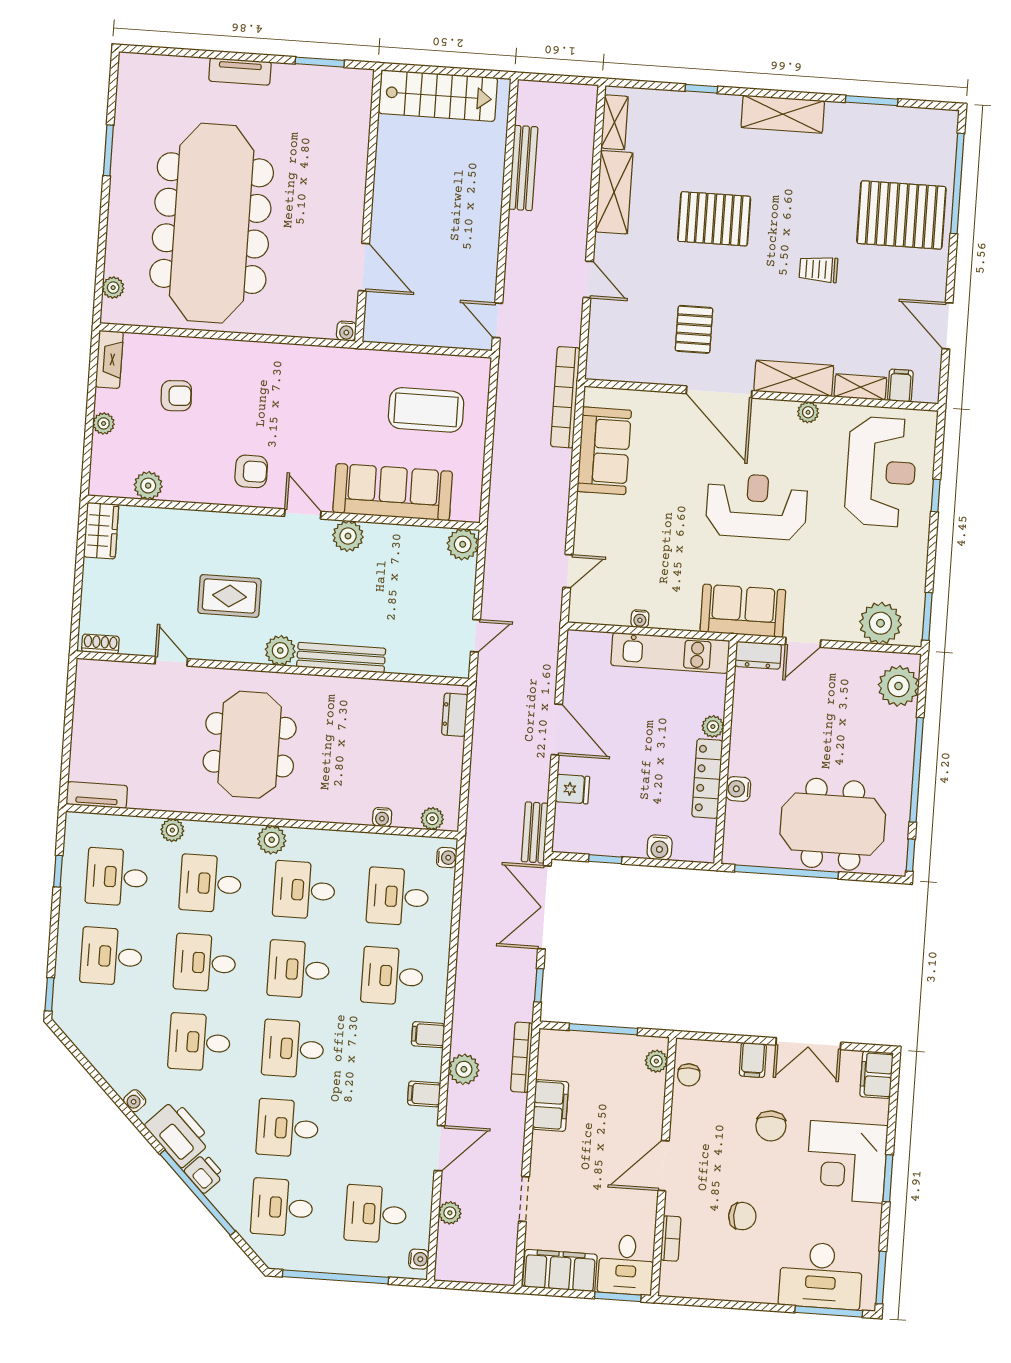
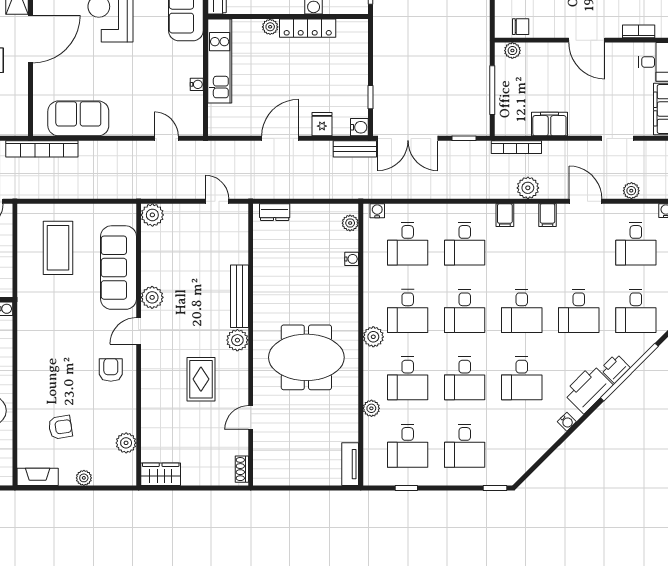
armchair: (176, 396) -> (60, 427), turned 84
water cooler: (660, 847) -> (359, 127), moved

